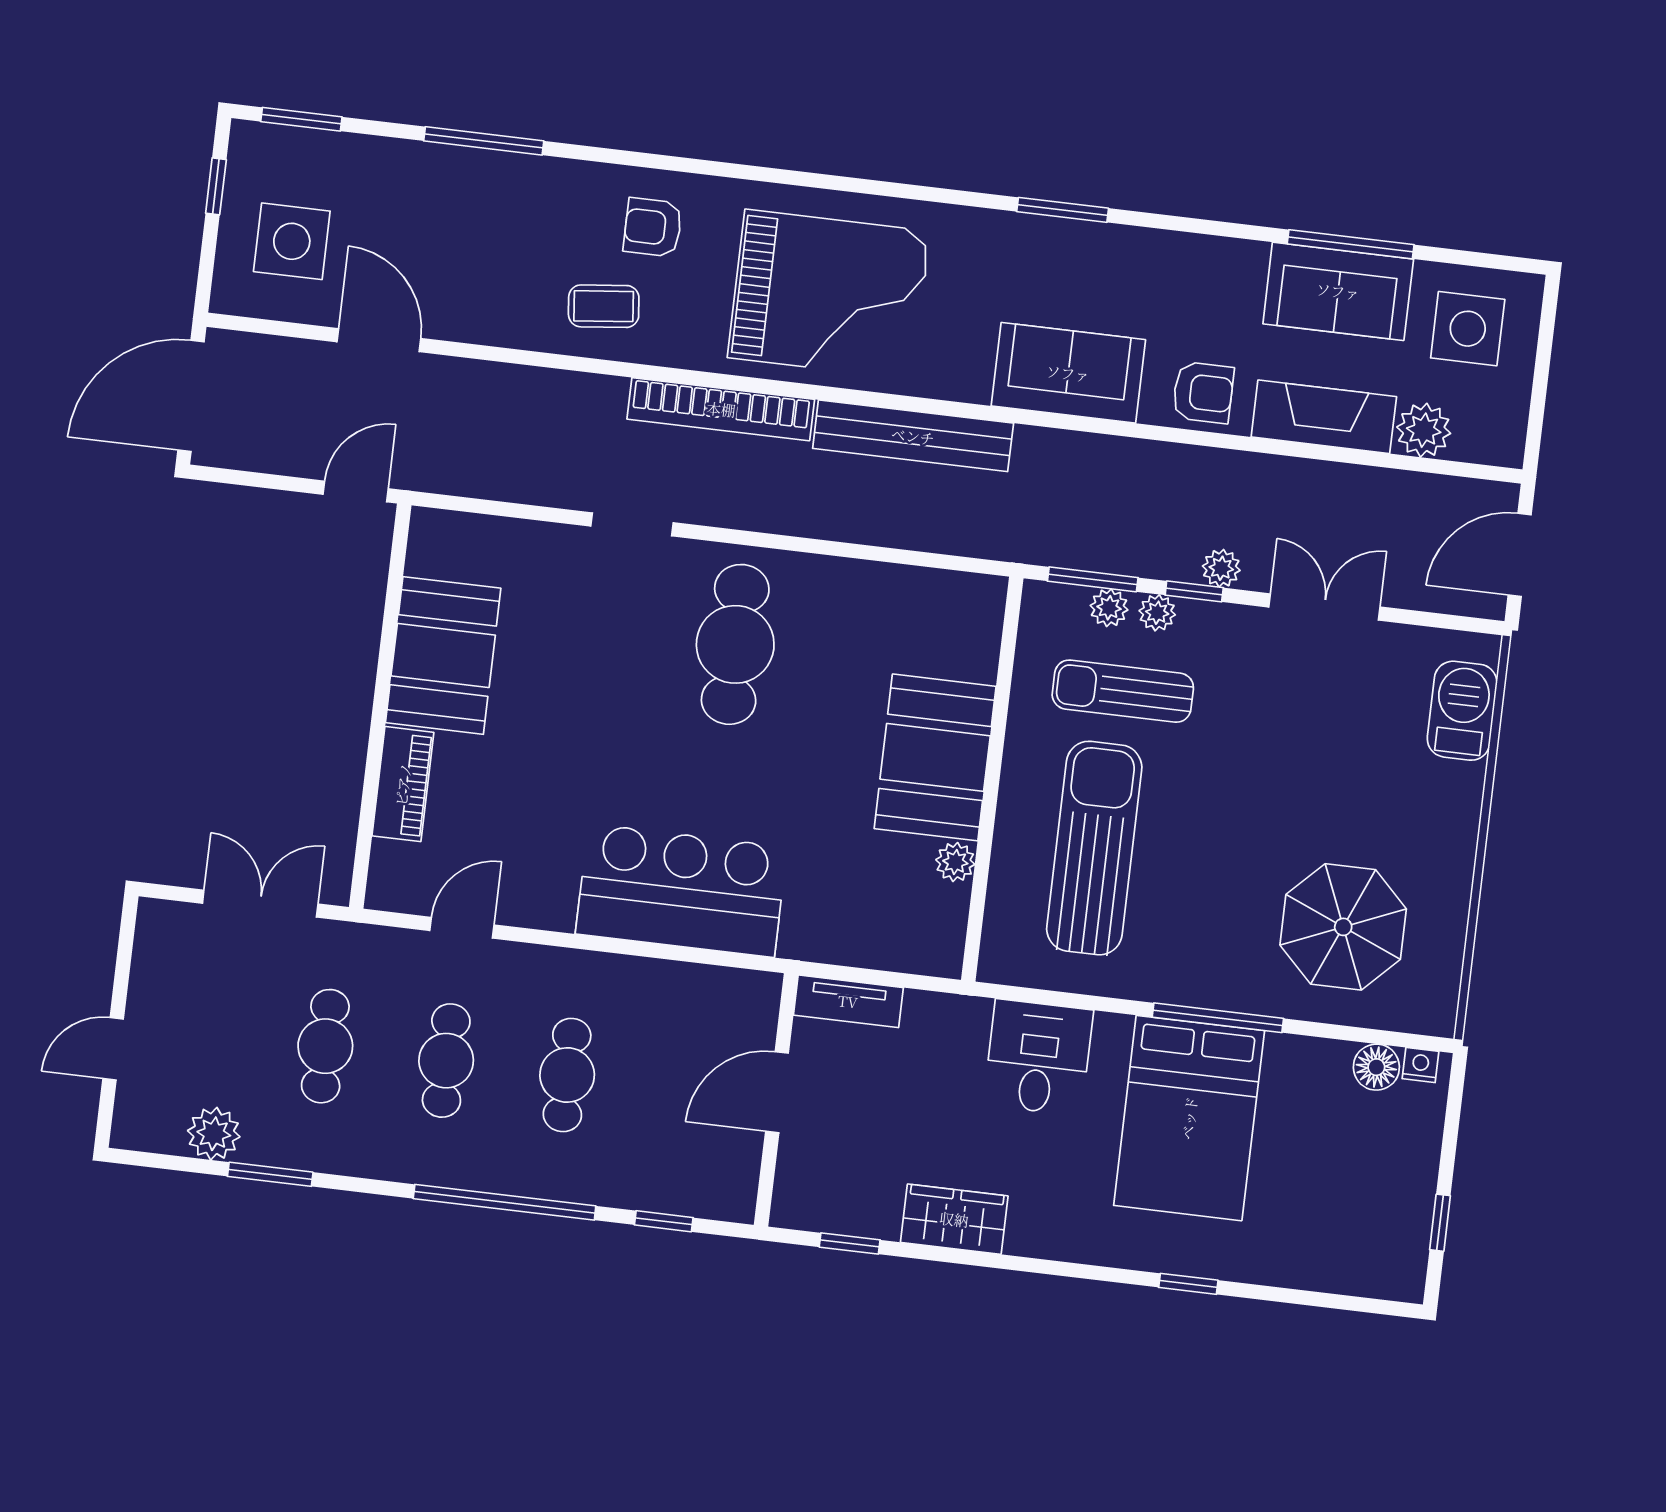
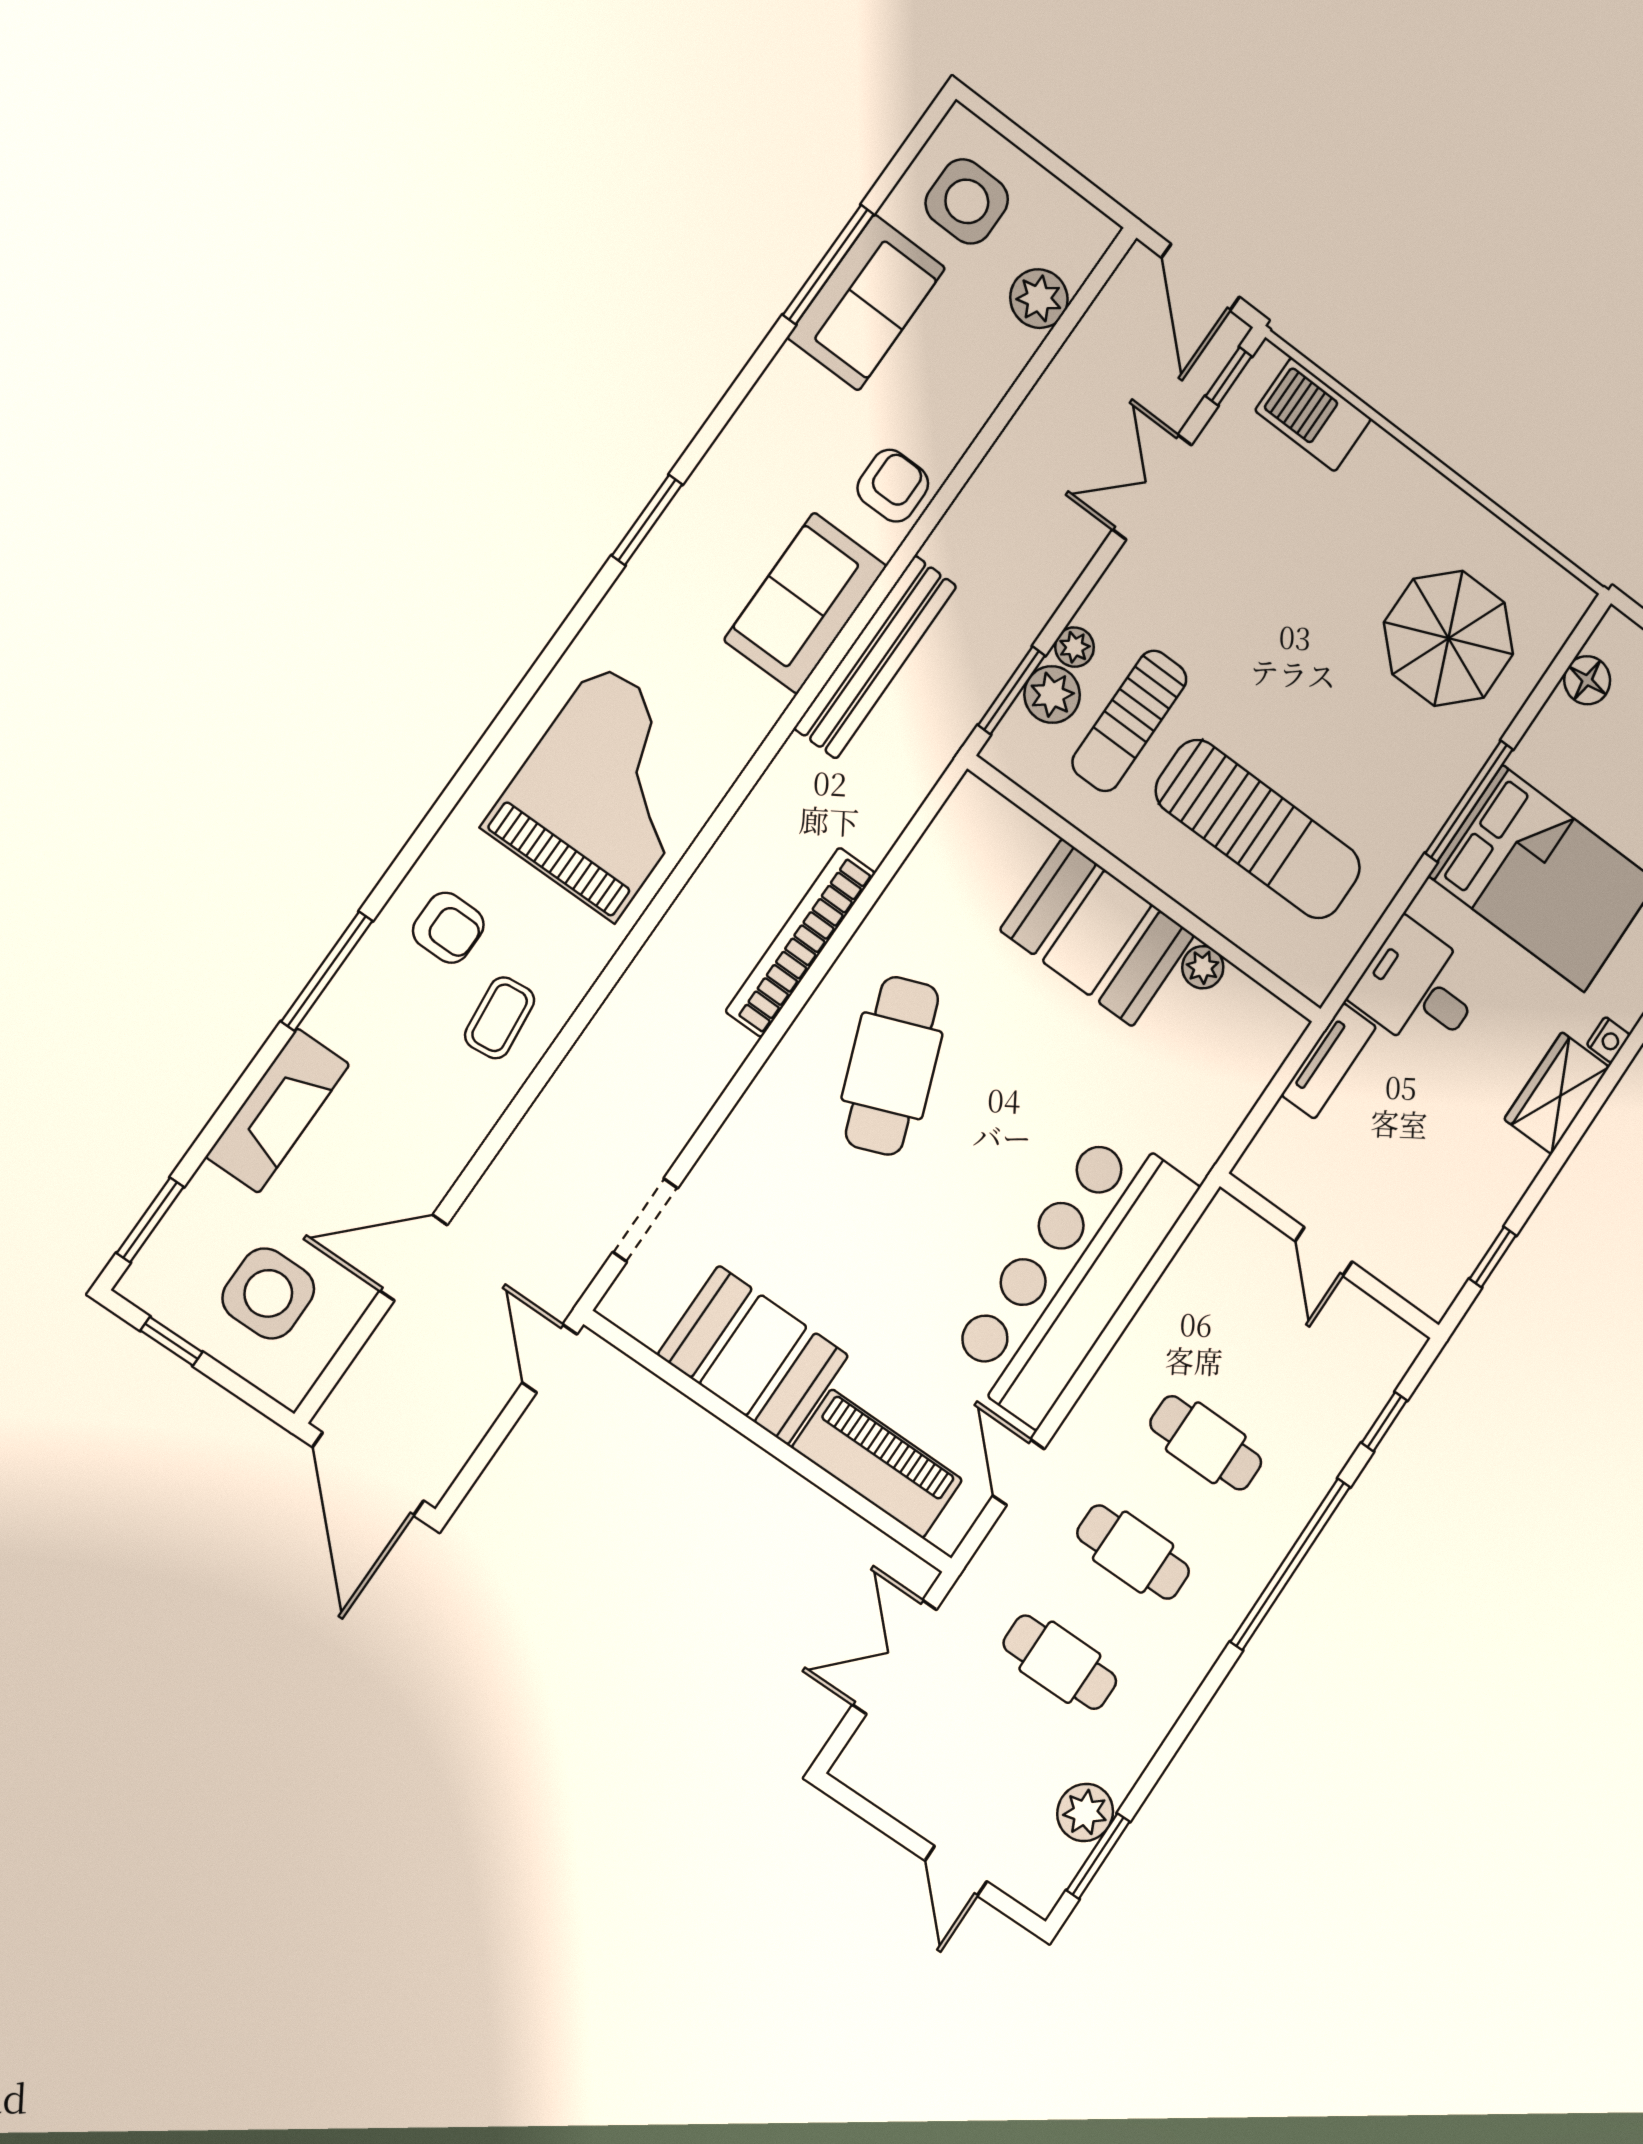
window: (484, 141) -> (327, 971), moved
armchair: (653, 227) -> (448, 928), turned -90
bookcase: (721, 409) -> (800, 942), moved, turned 180
fireplace: (1324, 417) -> (278, 1111), moved, turned 180
bench: (913, 436) -> (876, 657), moved
doorway: (632, 524) -> (645, 1220), moved
plant: (1221, 568) -> (1065, 563), removed
window: (1194, 591) -> (1229, 376), moved
plant: (1109, 608) -> (1052, 694), width x1.38, depth x1.38
cafe table: (735, 644) -> (892, 1066), turned 69
piano: (403, 784) -> (877, 1464), width x1.37, depth x1.33
sun lounger: (1094, 848) -> (1258, 829), turned 180
bar counter: (681, 891) -> (1072, 1275), width x1.36
tv unit: (848, 1001) -> (1329, 1061), moved
nightstand: (1420, 1065) -> (1608, 1040), moved, turned 180
door: (777, 1092) -> (1324, 1251), width x0.73
window: (270, 1174) -> (1098, 1856), moved
wardrobe: (954, 1219) -> (1557, 1093), moved

